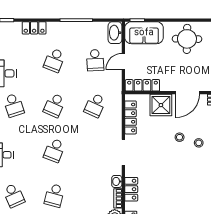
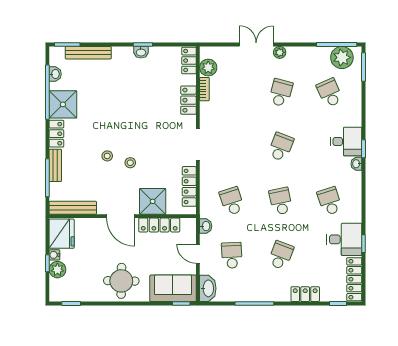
door: (123, 62) -> (198, 254), swing flipped
locker: (142, 85) -> (159, 225), moved
door: (188, 93) -> (120, 216), swing flipped
school desk: (54, 105) -> (281, 201), turned -36
school desk: (95, 105) -> (232, 201), turned -42
washbasin: (117, 181) -> (206, 226), moved

